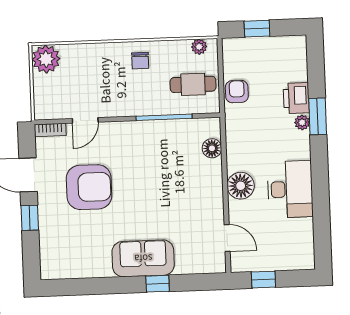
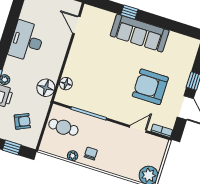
plant: (199, 47) -> (73, 156), moved
armchair: (237, 92) -> (22, 121), moved, turned -114
floor lamp: (241, 186) -> (46, 88), moved
sofa: (143, 258) -> (140, 33), width x1.36

